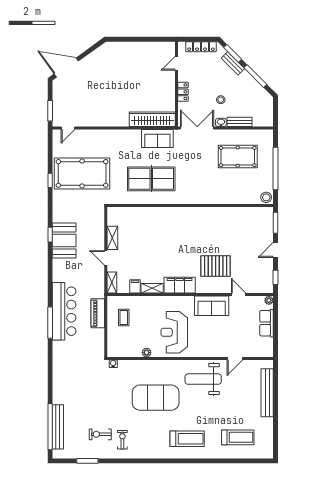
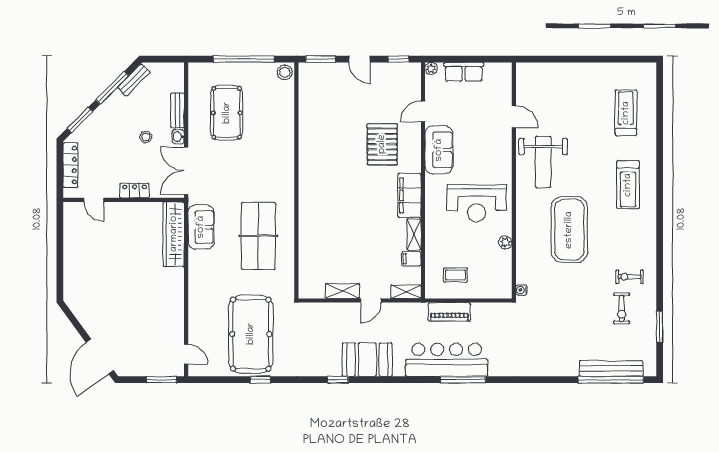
bench: (233, 63) -> (134, 80), moved
booth: (64, 241) -> (367, 360), moved
bench: (267, 393) -> (563, 71), removed
treadmill: (187, 439) -> (628, 185), turned 180

